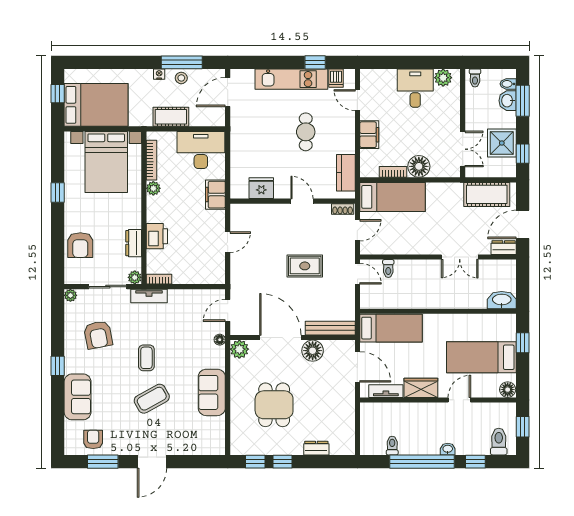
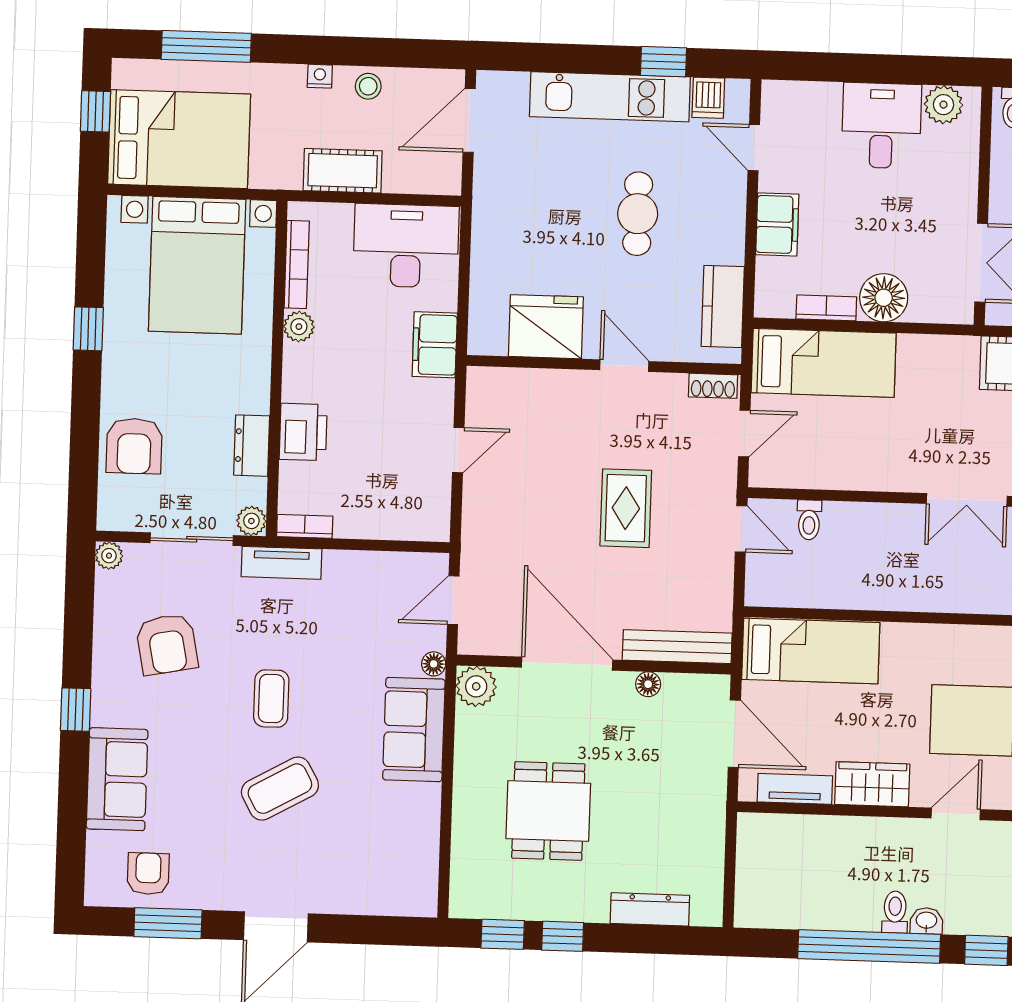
window: (182, 62) -> (206, 46), moved
fridge: (261, 188) -> (546, 327), width x1.36, depth x1.34
rug: (305, 266) -> (626, 508), turned 90
floor lamp: (313, 351) -> (648, 684), width x0.53, depth x0.53
sofa: (212, 392) -> (414, 730), moved
toilet: (392, 446) -> (895, 912), moved
dresser: (316, 448) -> (650, 909), width x1.44

